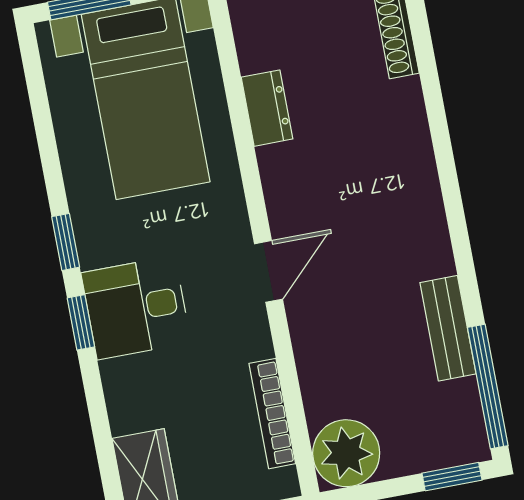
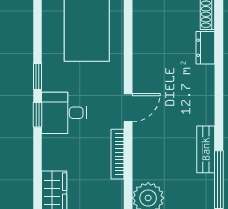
dresser: (267, 108) -> (205, 48), moved, turned 180
bookcase: (272, 414) -> (118, 154), moved

